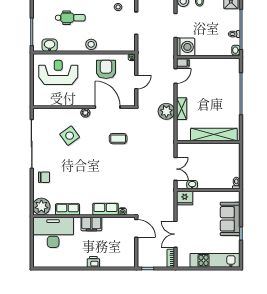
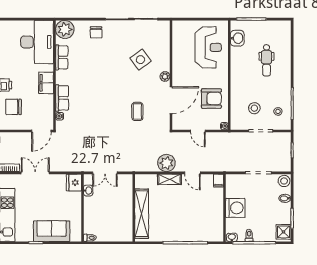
stool: (91, 44) -> (254, 108), moved
washing machine: (186, 47) -> (235, 208), moved, turned -90
door: (176, 76) -> (192, 173), moved
chair: (114, 254) -> (14, 107), added

